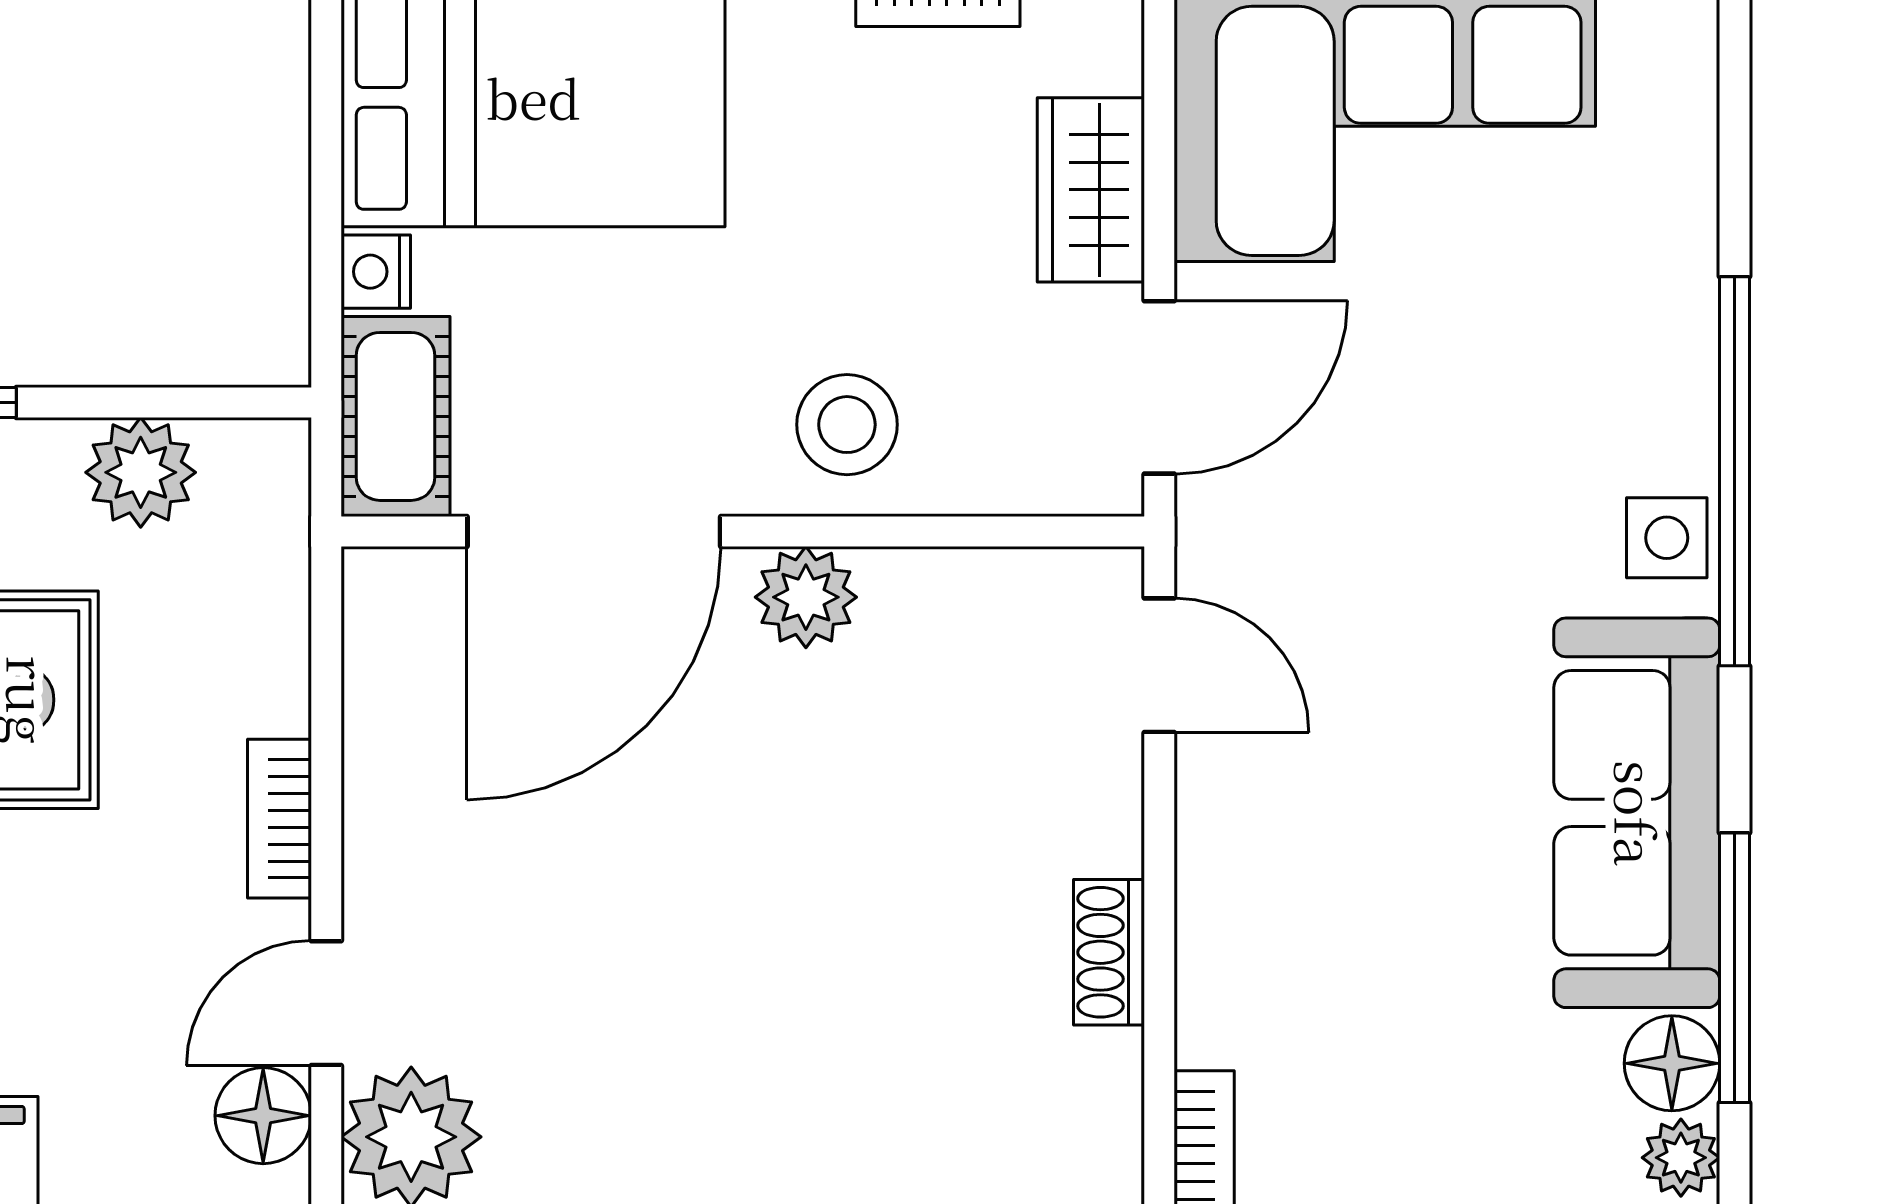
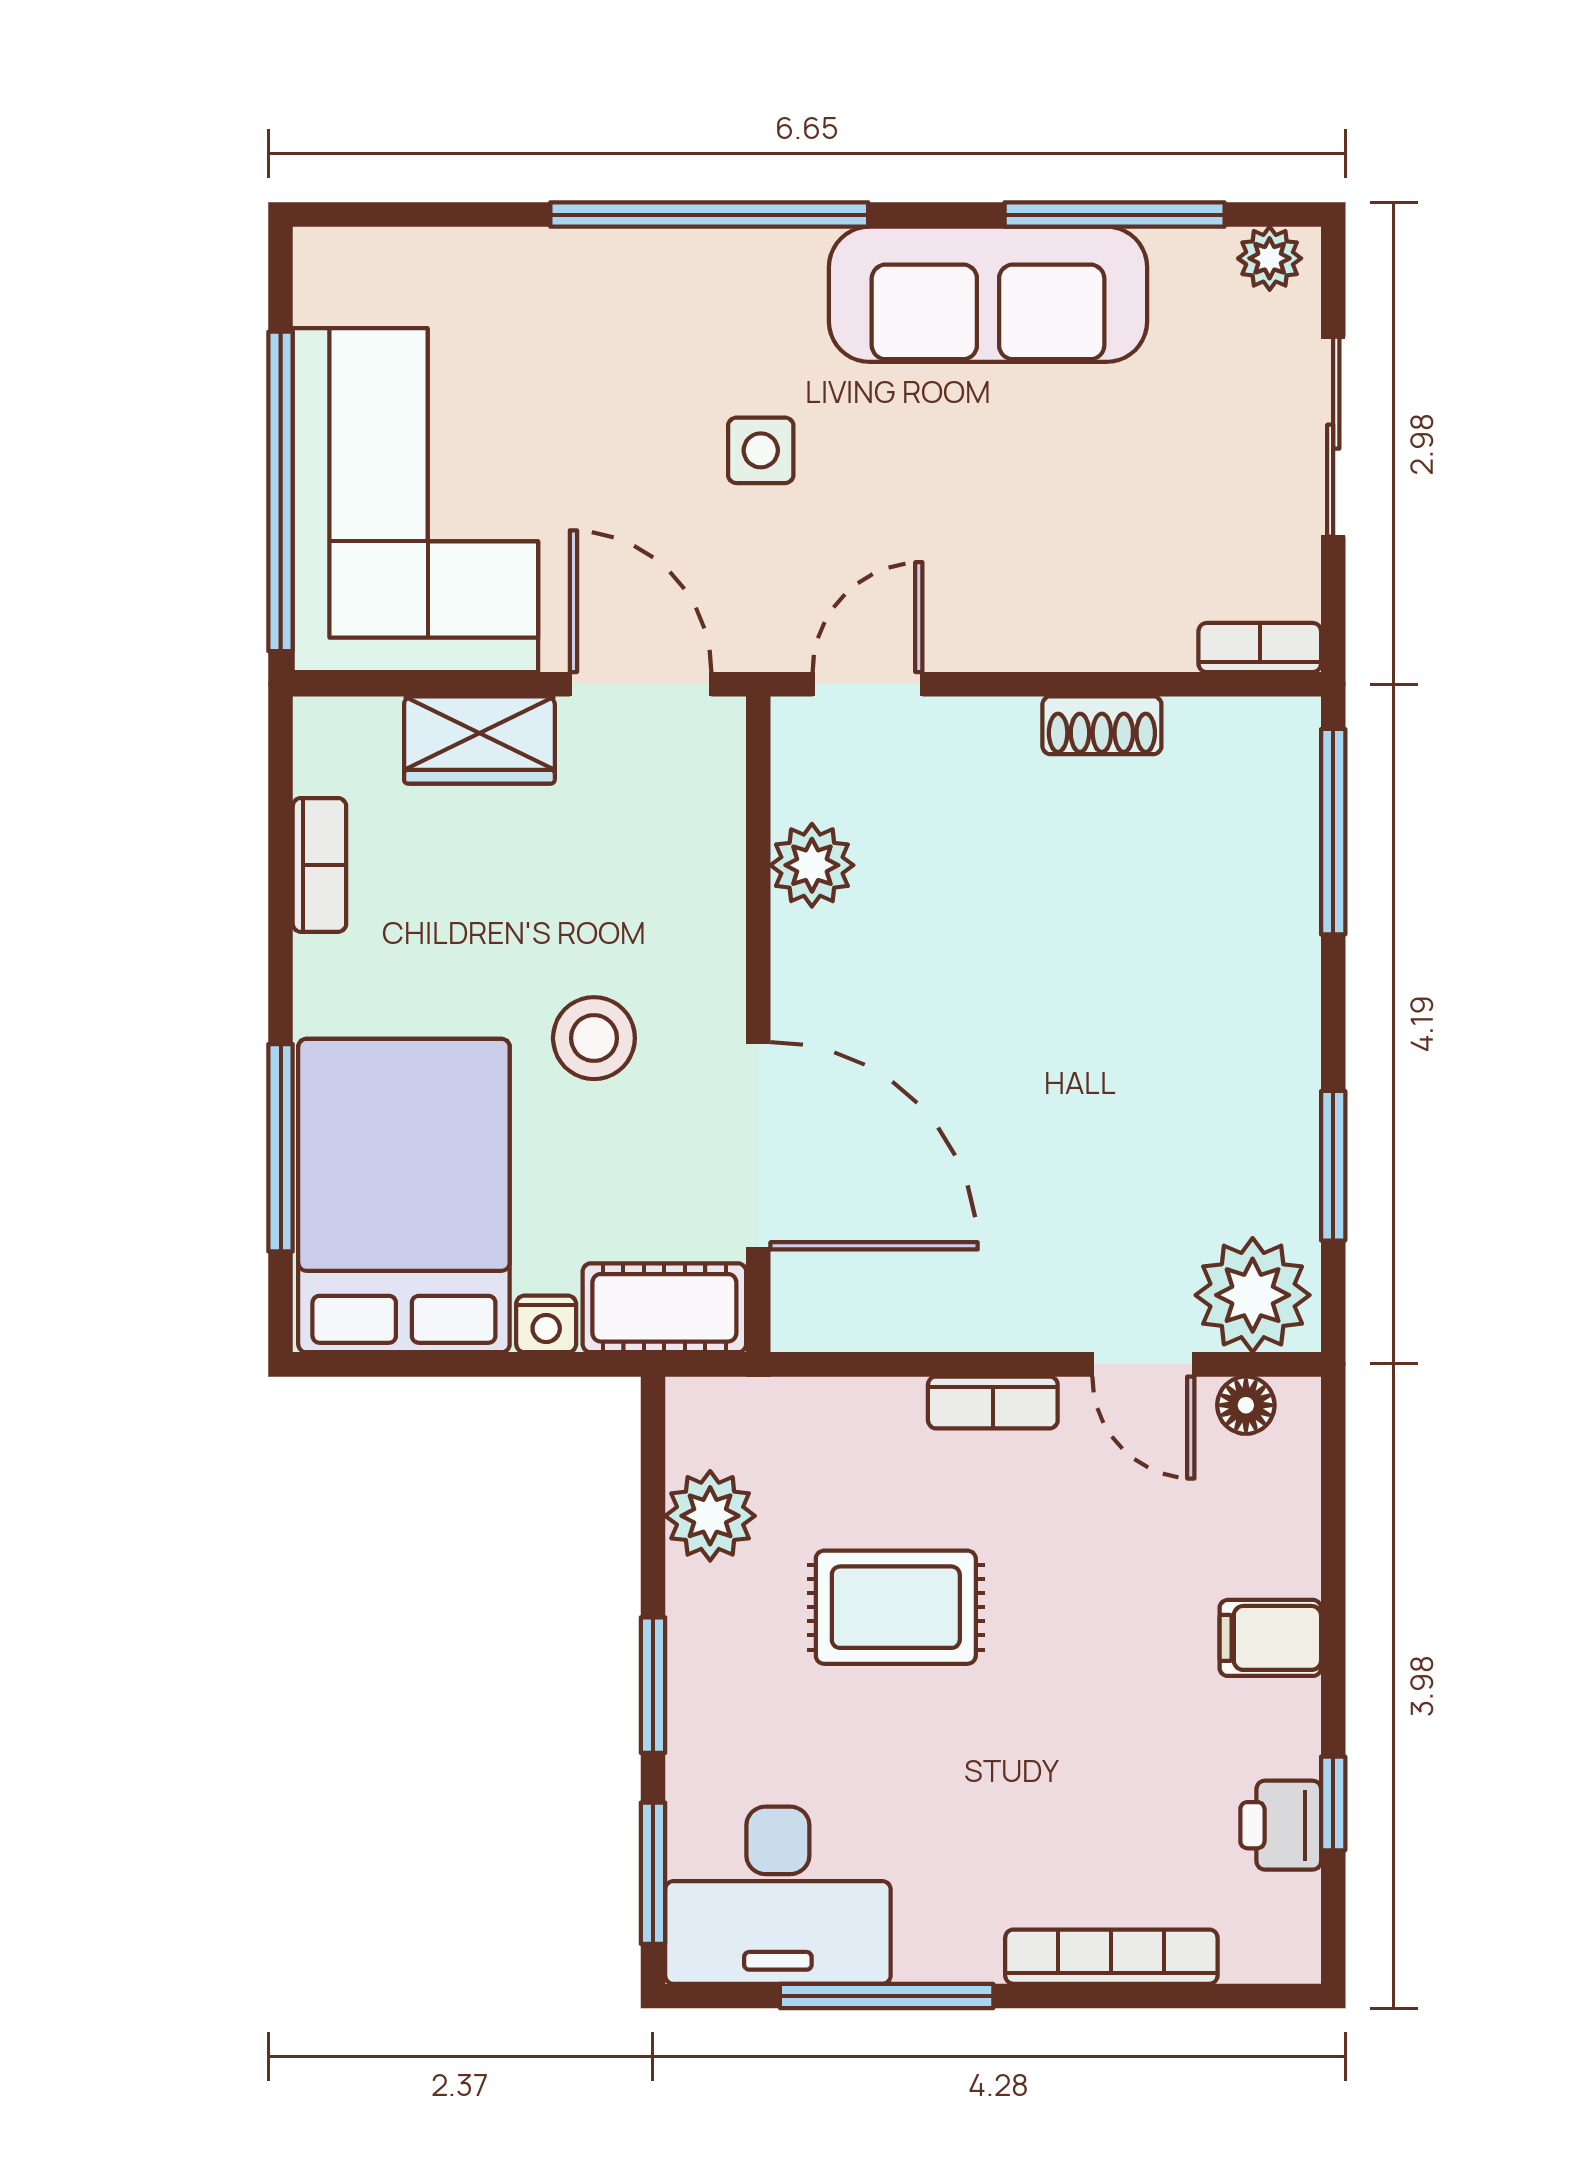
stool: (847, 425) -> (594, 1038), moved
side table: (1667, 538) -> (761, 450), moved
plant: (806, 597) -> (812, 865), moved
floor lamp: (1672, 1063) -> (1193, 266), removed
floor lamp: (263, 1116) -> (1246, 1405), width x0.73, depth x0.73

